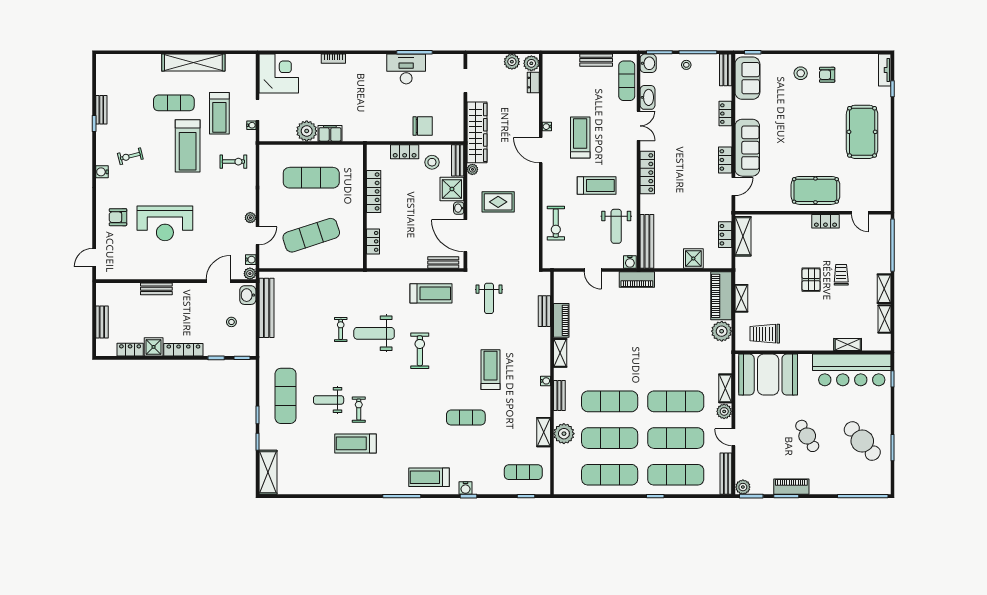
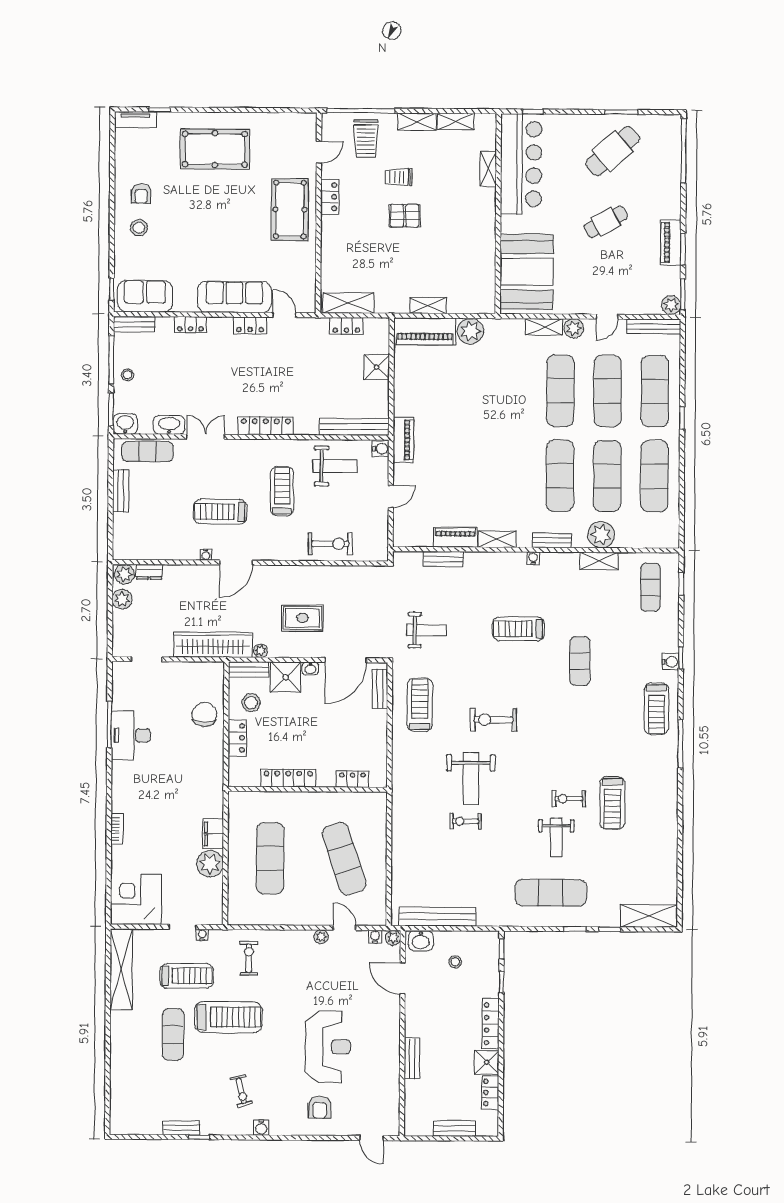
shelving: (193, 62) -> (121, 969), moved
rug: (498, 202) -> (302, 618), turned 90
trolley: (765, 334) -> (366, 138), moved

